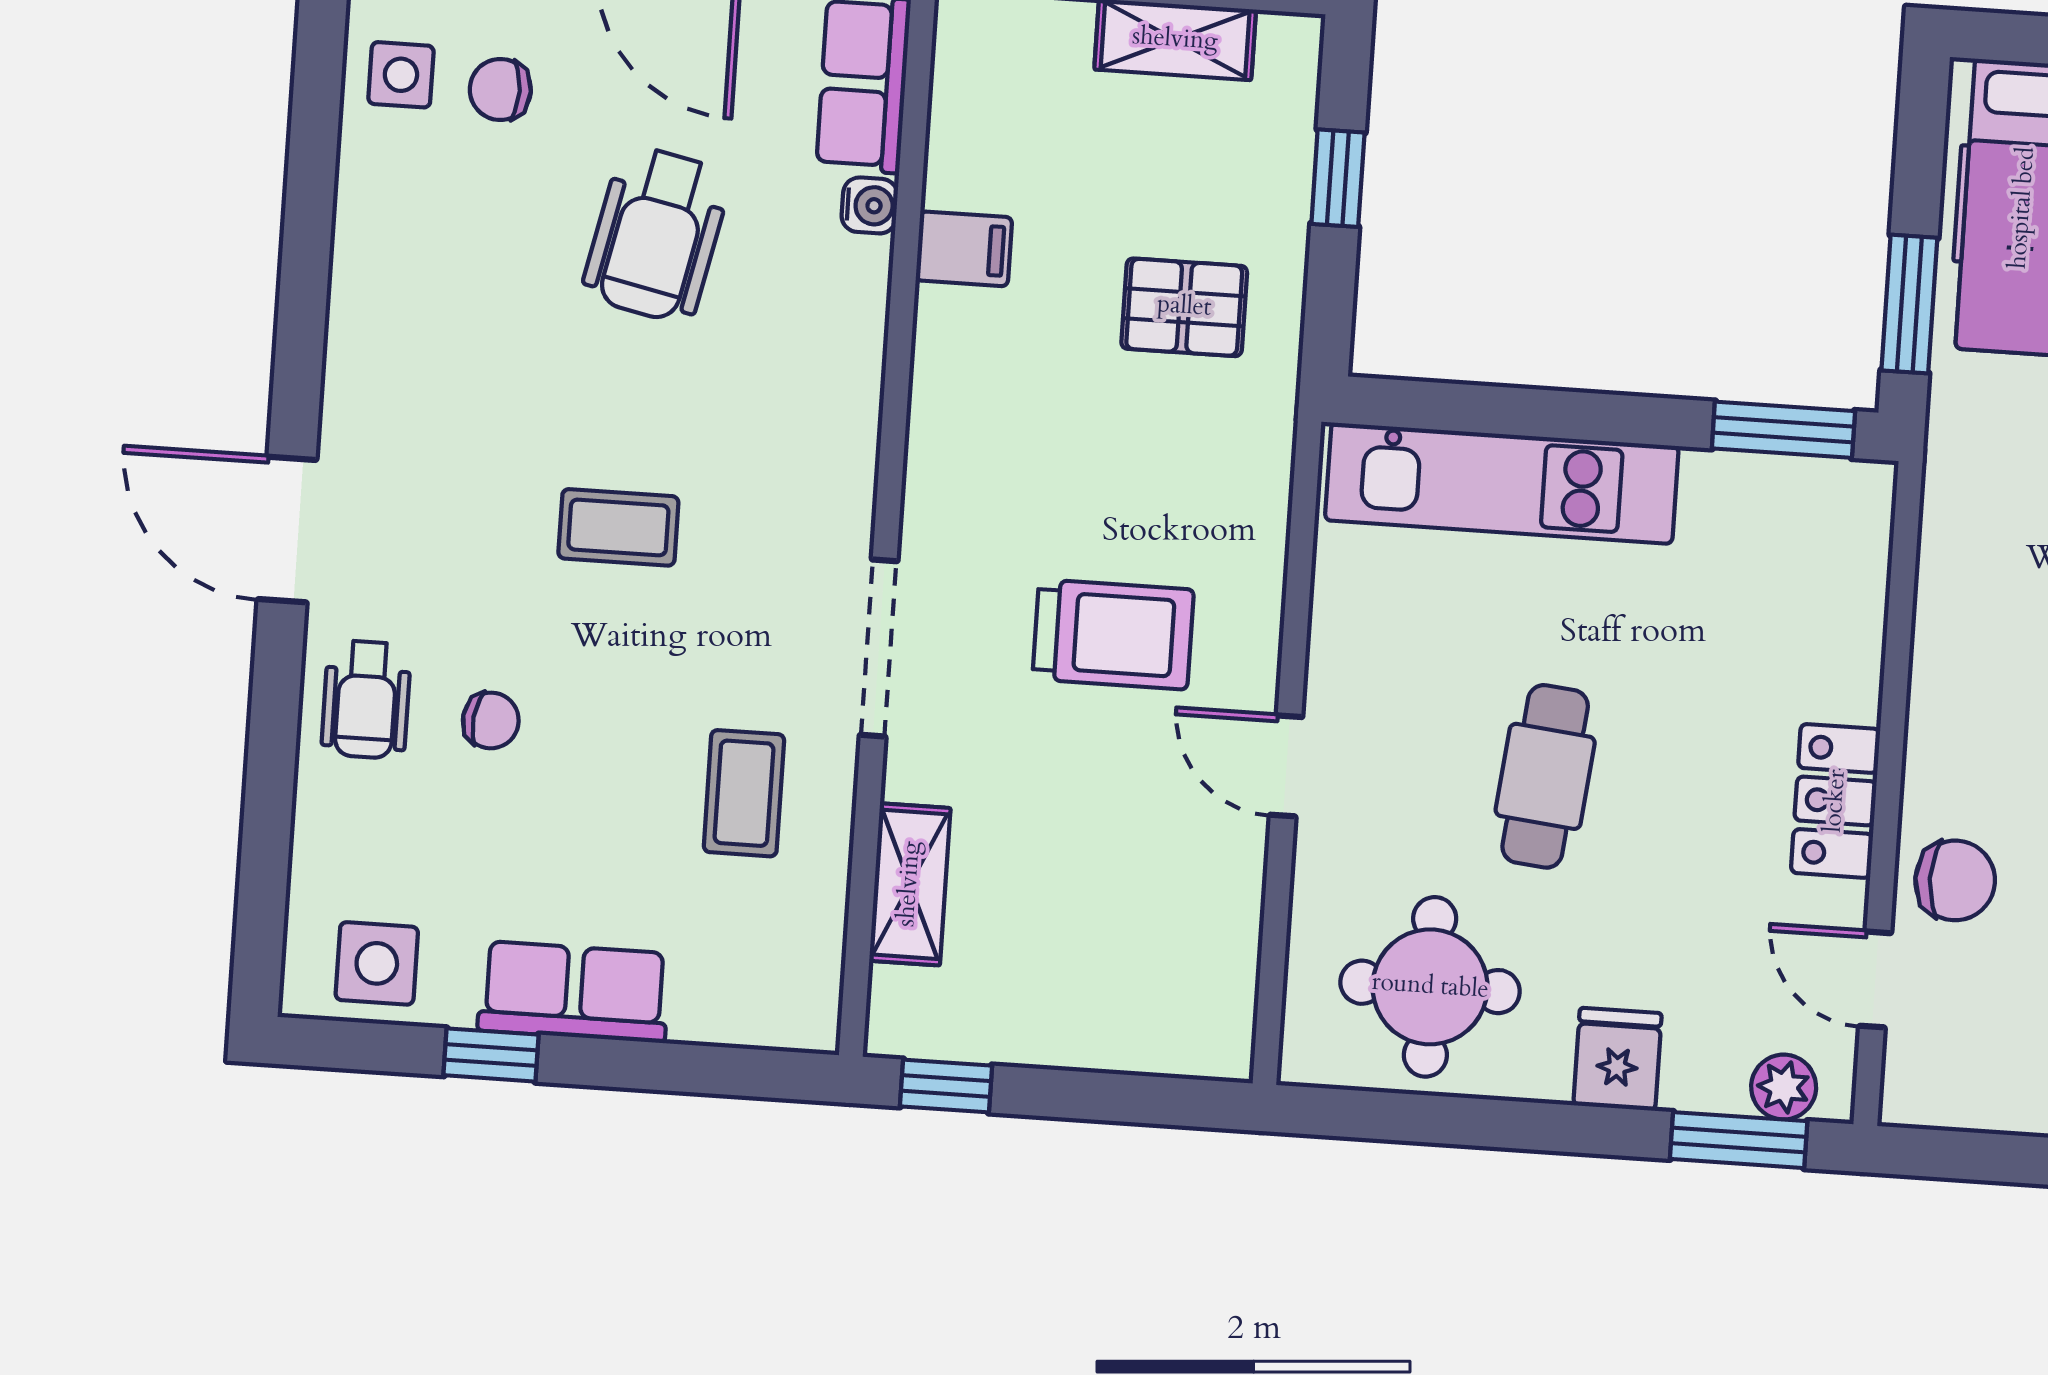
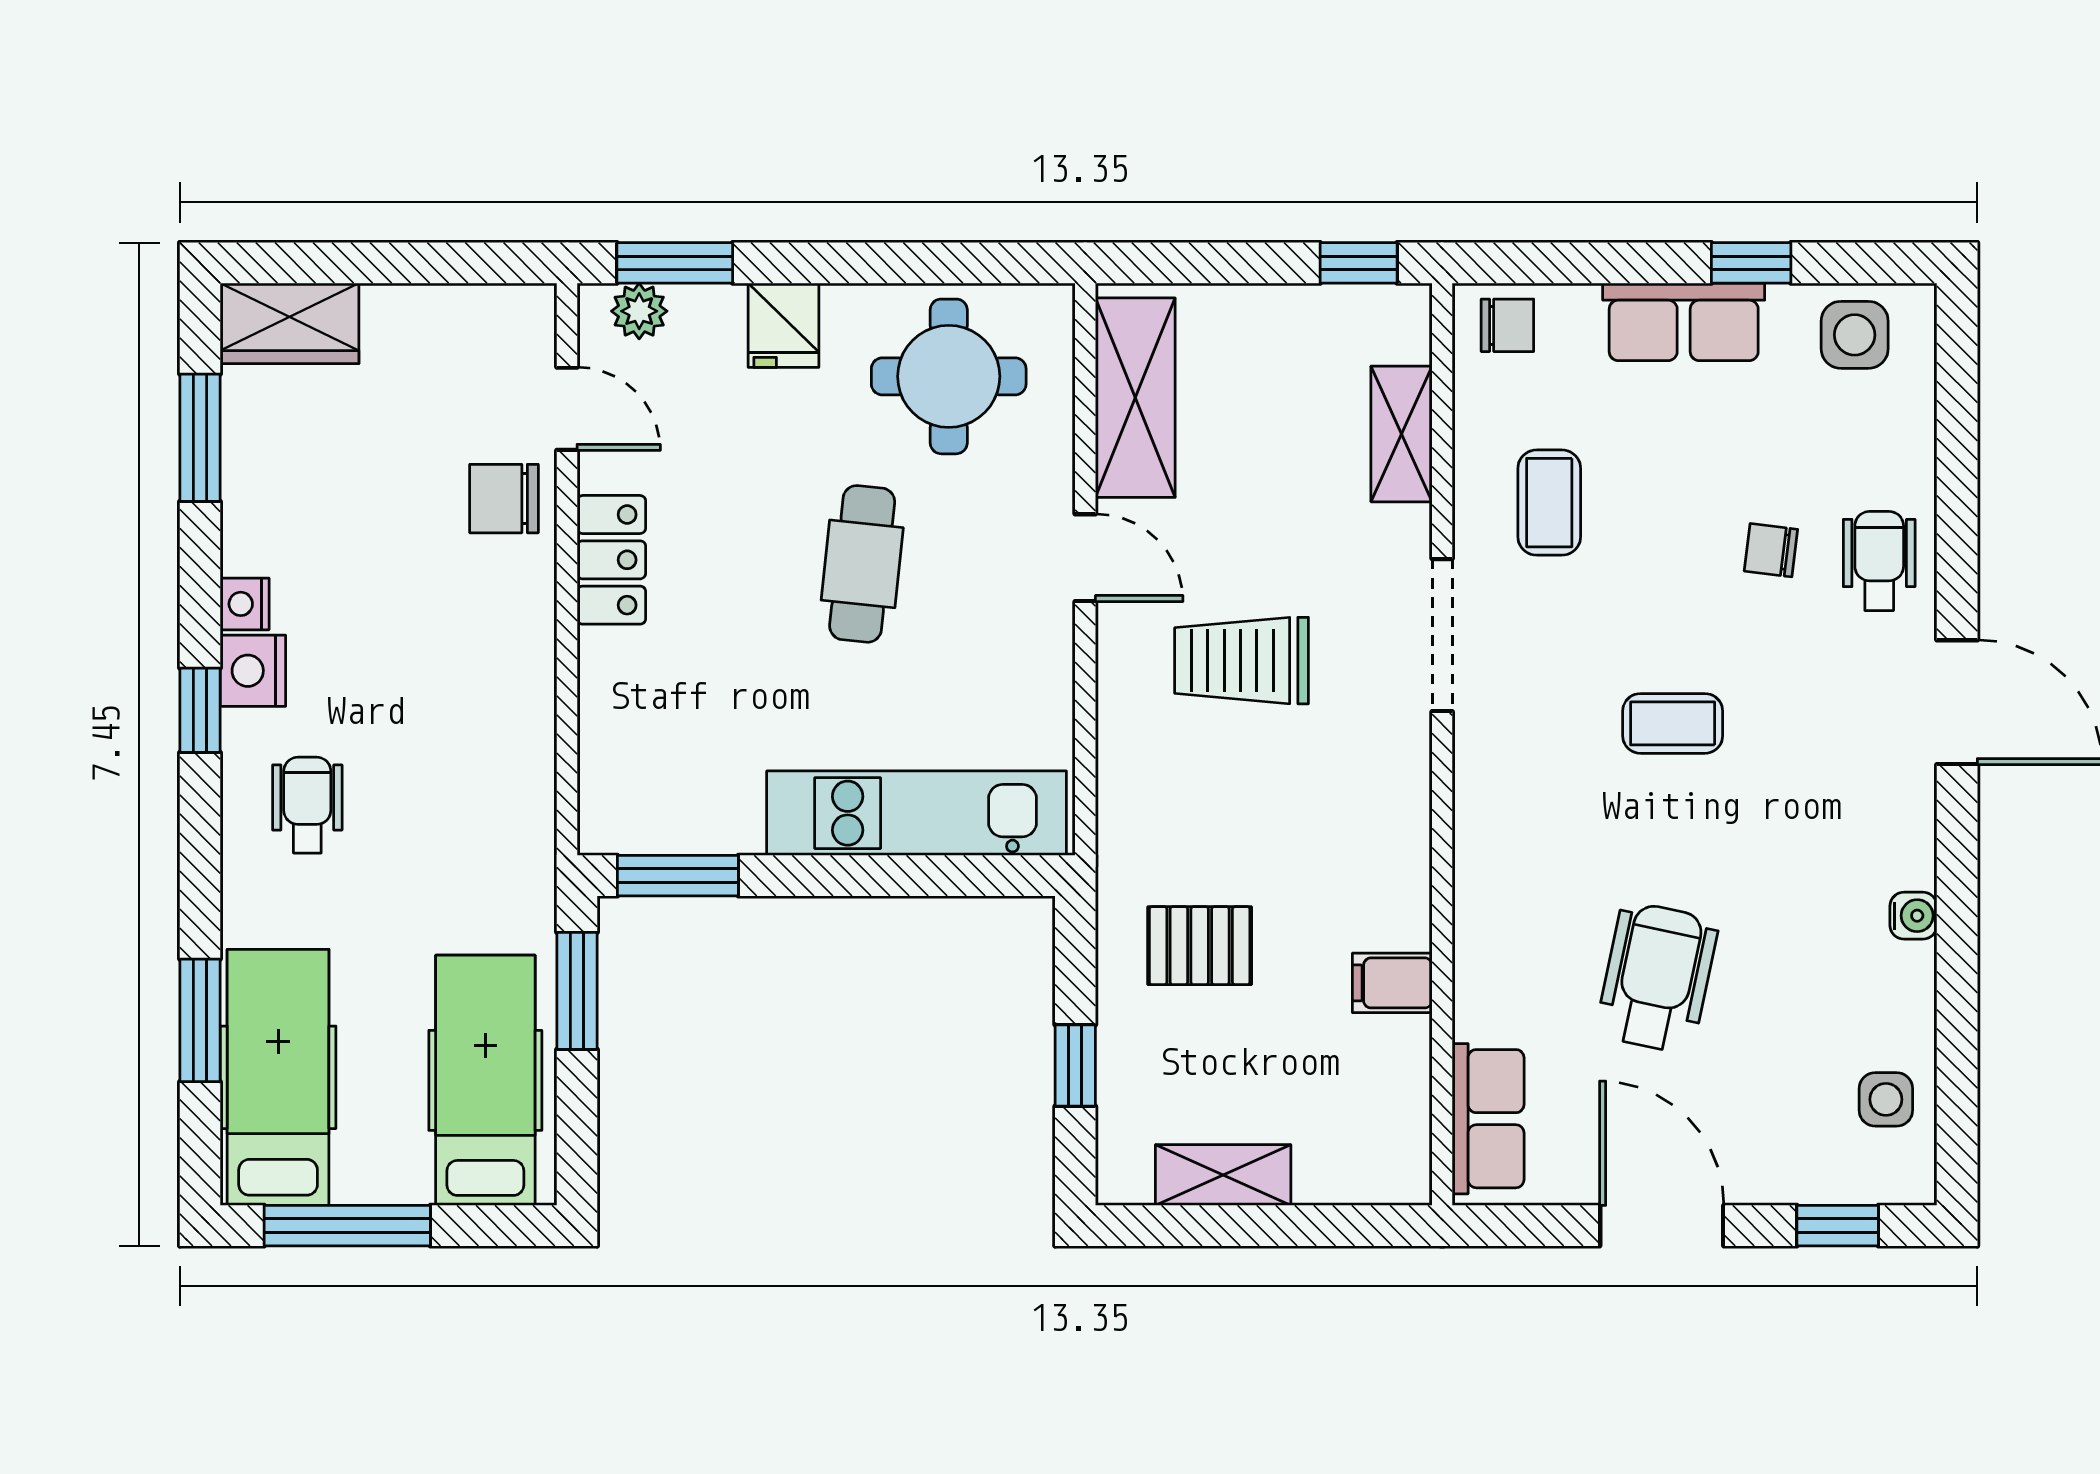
chair: (500, 89) -> (1507, 325), moved
water cooler: (870, 205) -> (1913, 916), moved, turned 180
shelving: (1215, 947) -> (1135, 398), added

